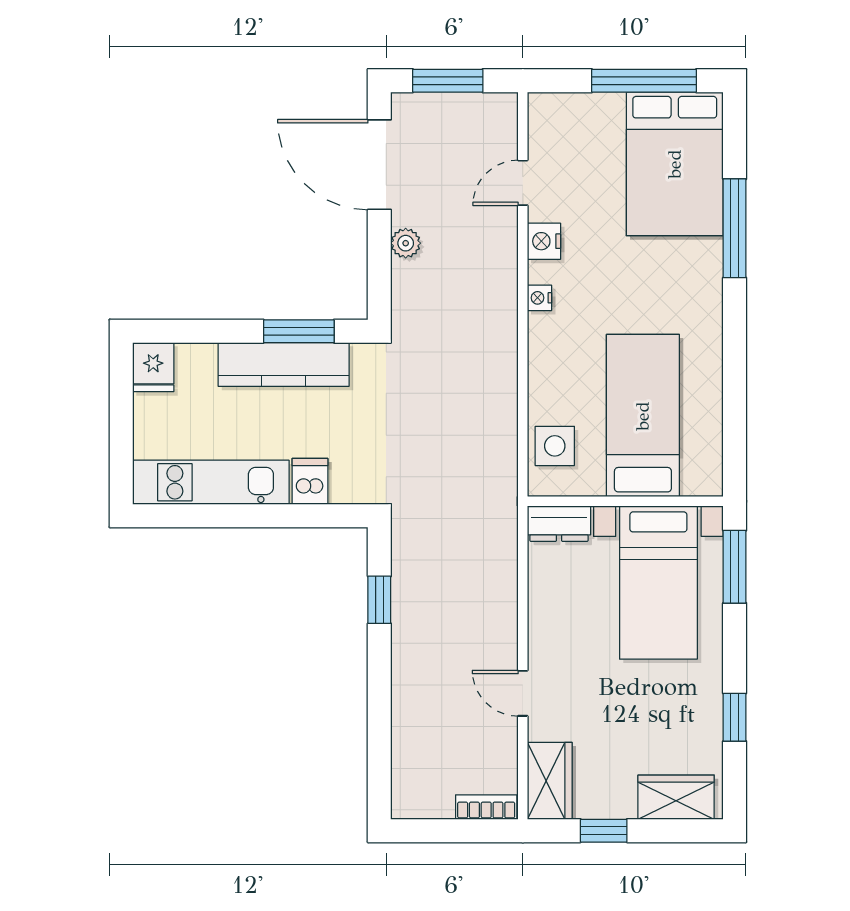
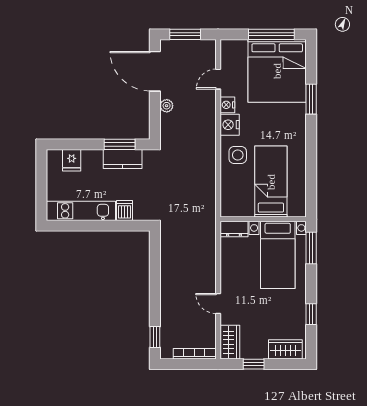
bed: (675, 164) -> (277, 71), width x1.36
window: (735, 228) -> (311, 99), width x0.69
nightstand: (539, 298) -> (230, 125), width x1.89, depth x1.79
kitchen counter: (284, 364) -> (123, 159), width x0.67
fridge: (153, 367) -> (72, 160), moved
side table: (555, 446) -> (238, 155), moved
window: (379, 600) -> (155, 337), moved
bookcase: (486, 807) -> (194, 354), width x1.56

